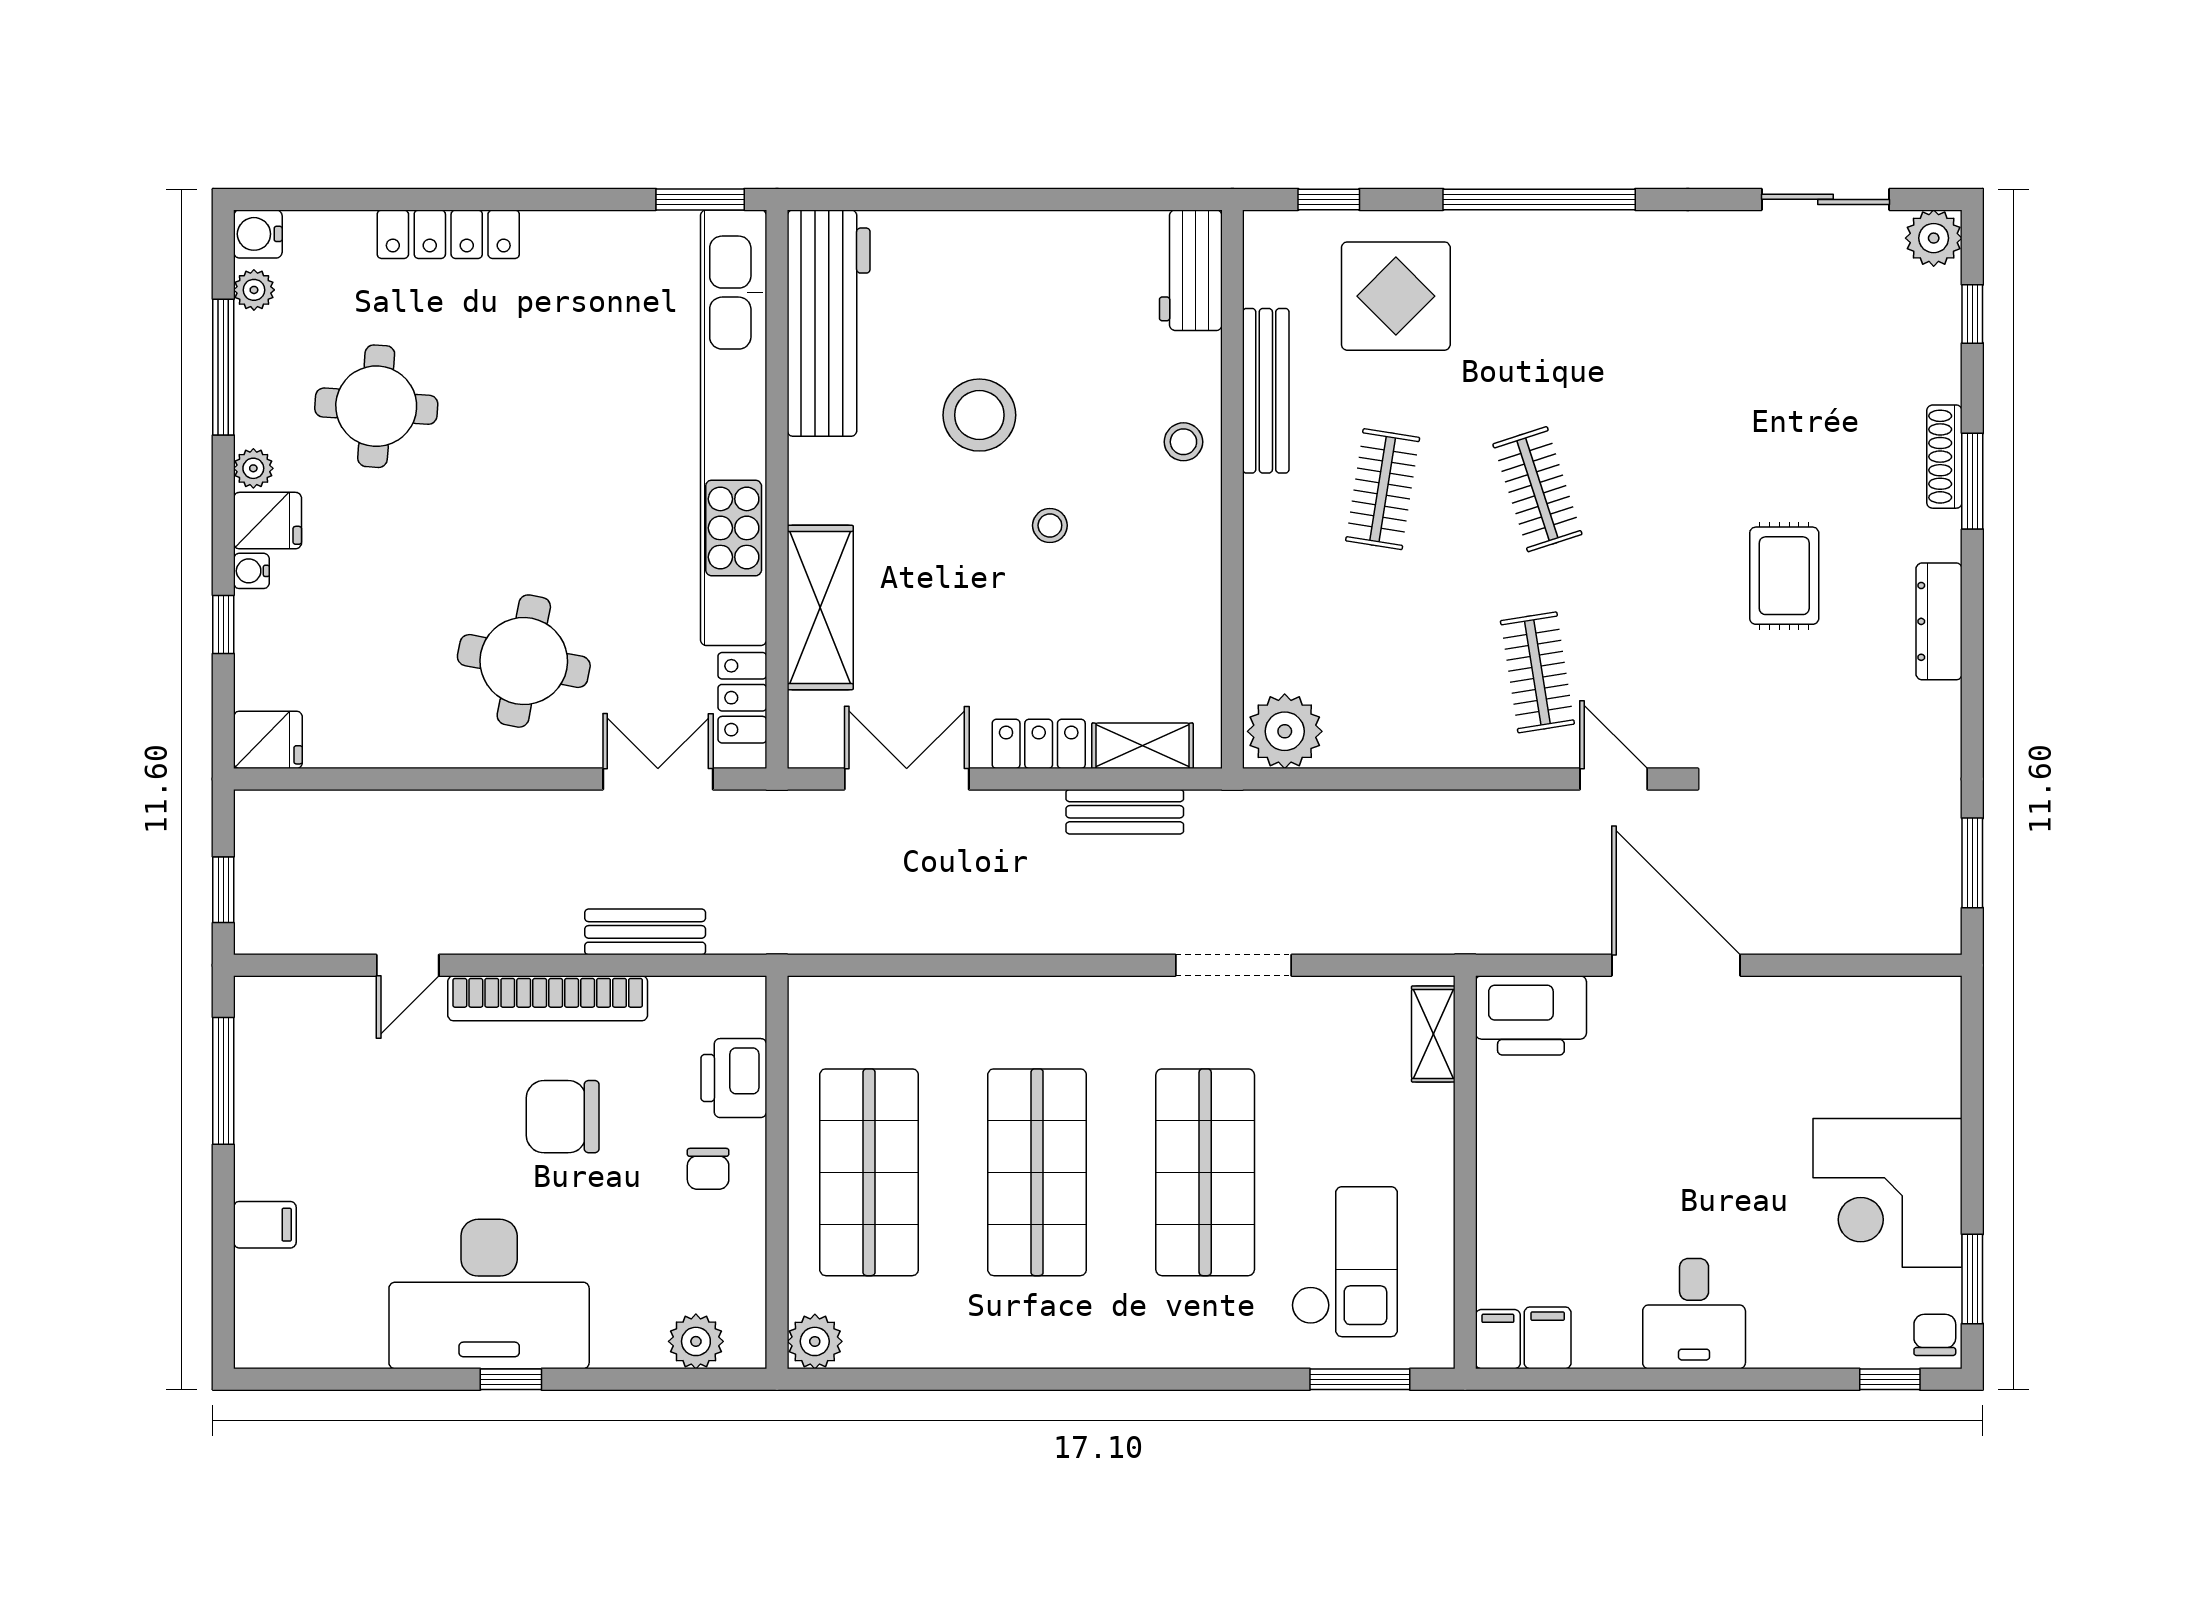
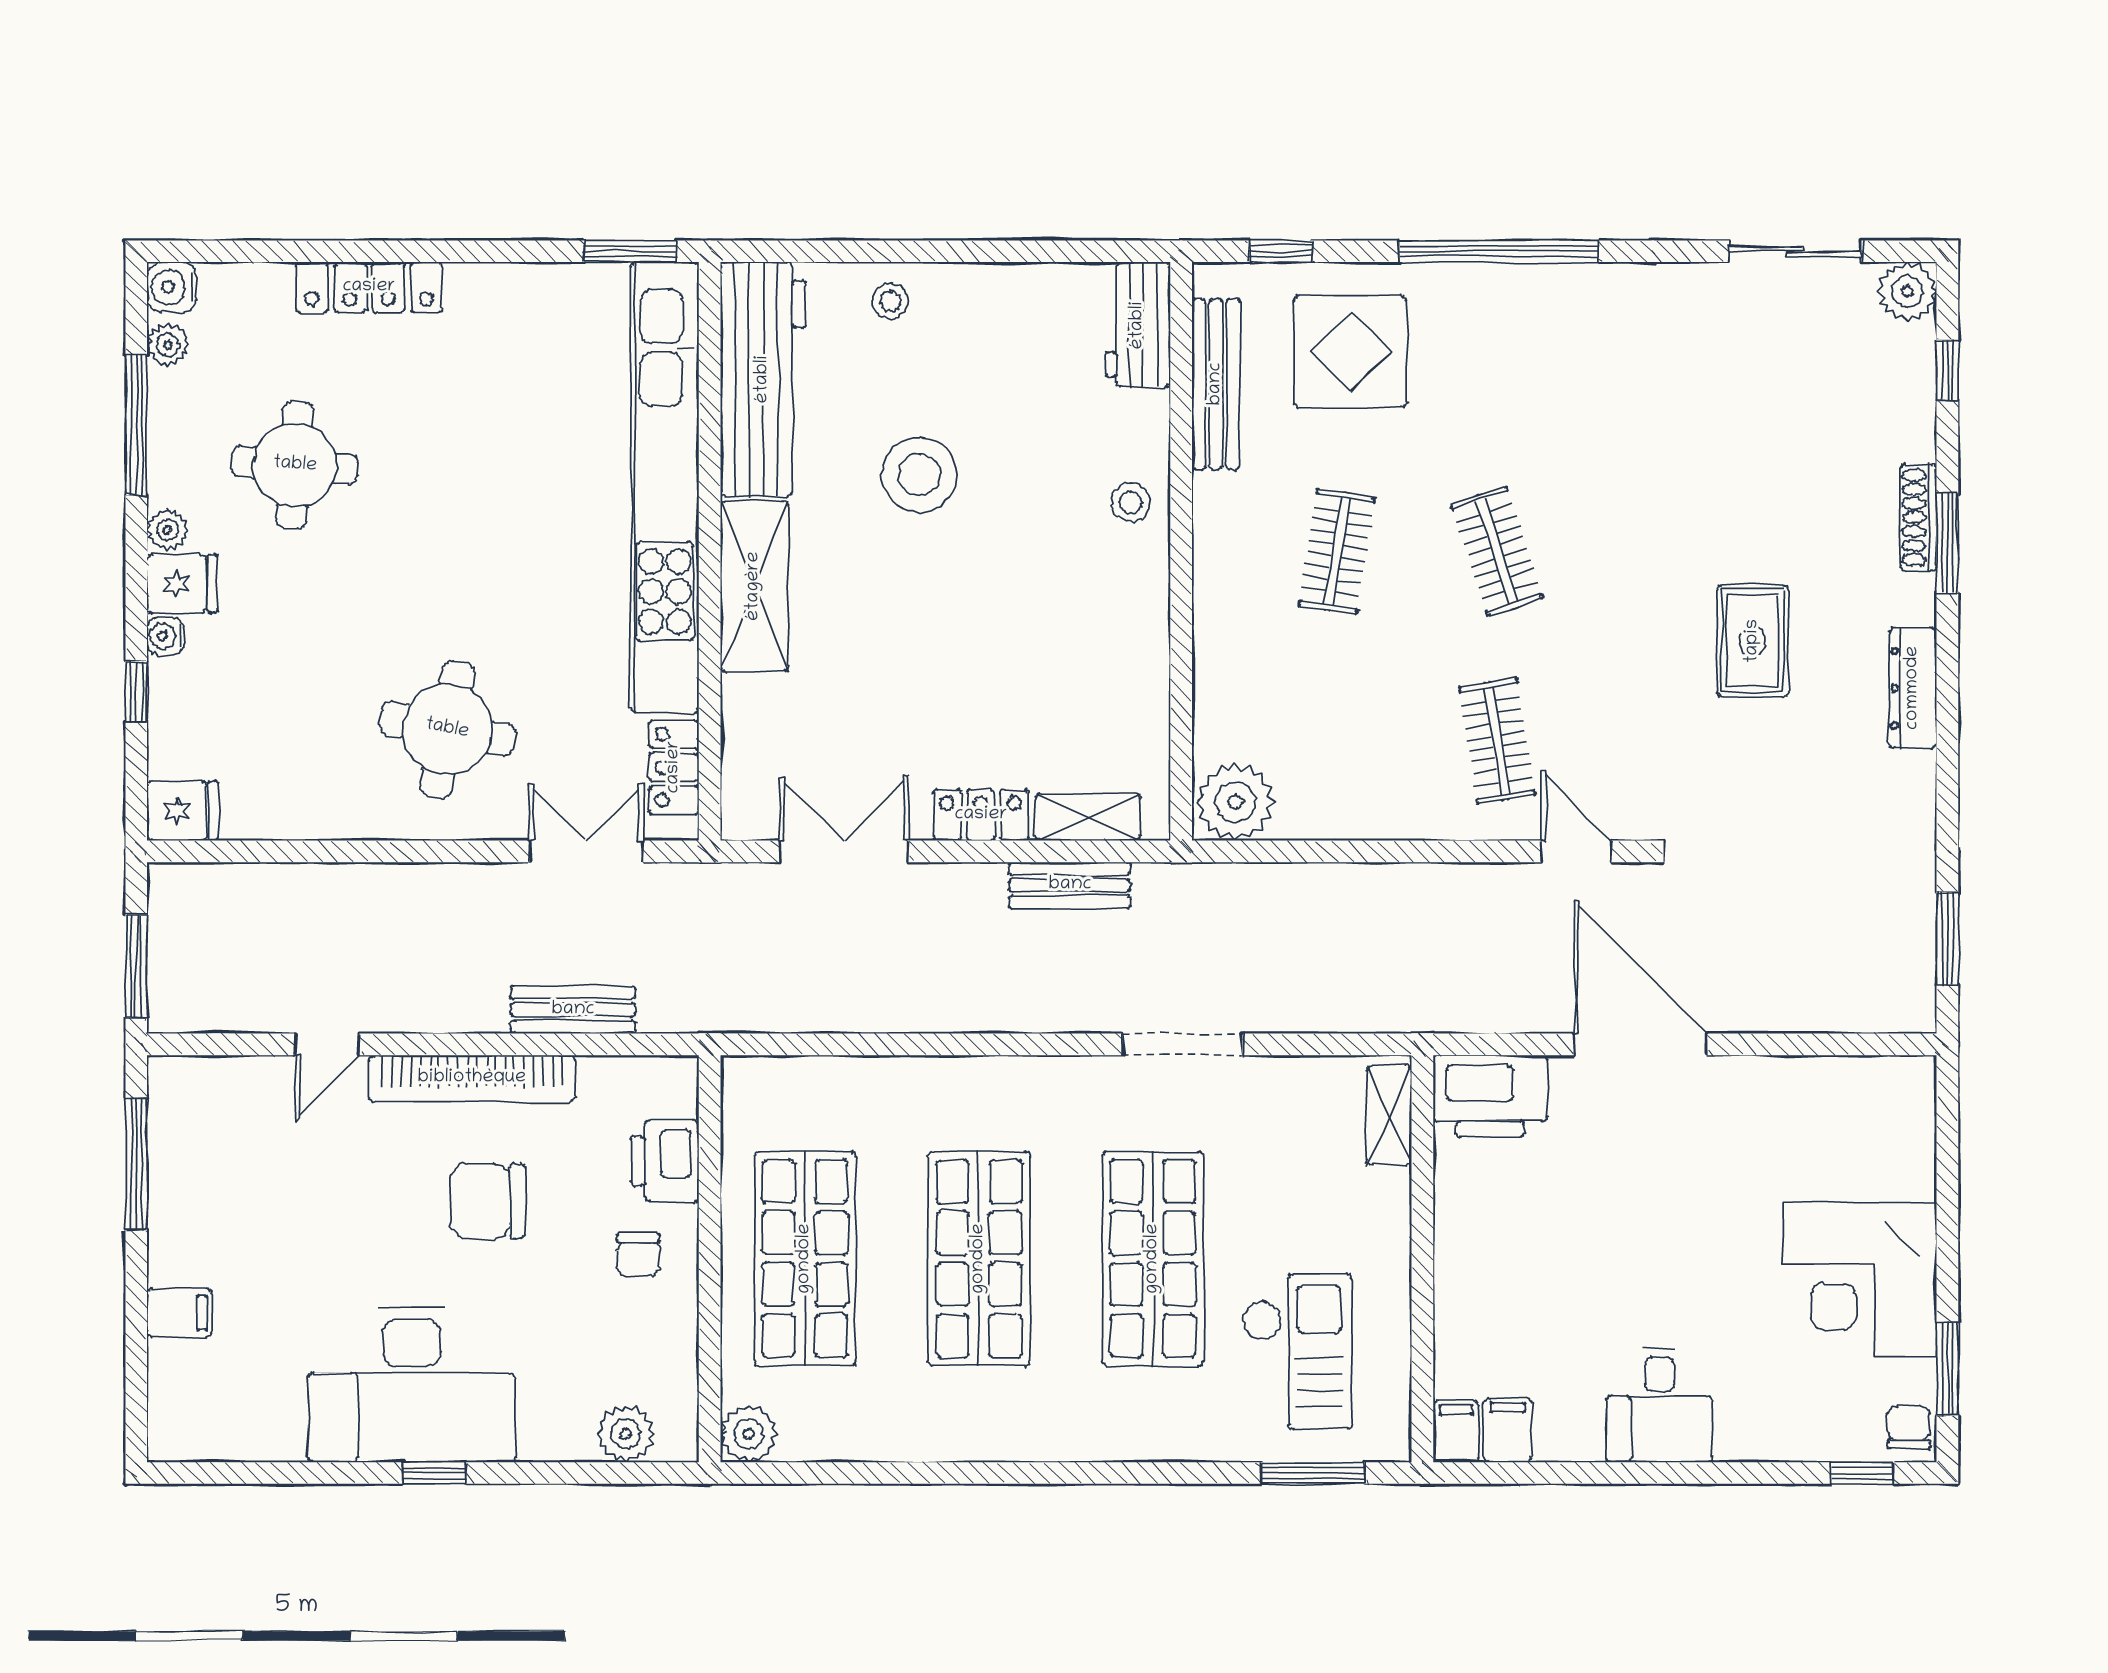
bench: (1266, 391) -> (1216, 384), moved
stool: (1050, 525) -> (890, 301), moved
shelving: (820, 607) -> (754, 586), moved
window: (223, 890) -> (136, 966), width x1.50

